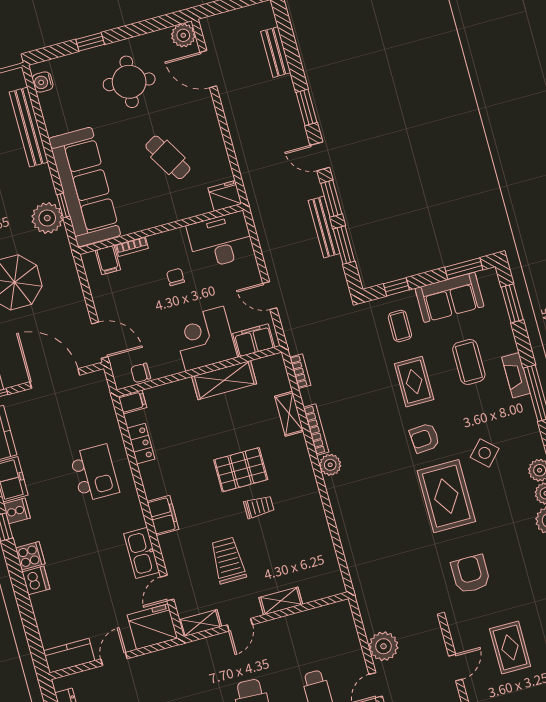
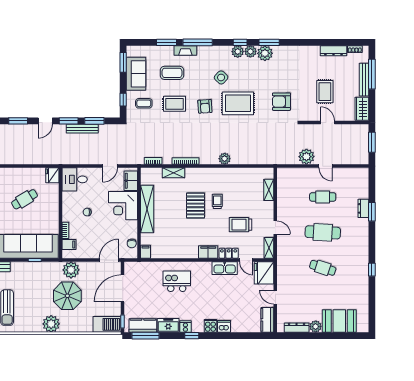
plant: (47, 218) -> (71, 270), moved
desk: (221, 240) -> (75, 179), width x0.73
window: (512, 303) -> (166, 42), moved
shelving: (224, 380) -> (147, 209), width x1.47
locker: (141, 444) -> (229, 253), moved
plant: (330, 465) -> (225, 159), moved
shelving: (281, 601) -> (269, 190), moved
rug: (510, 647) -> (325, 92), turned 90

